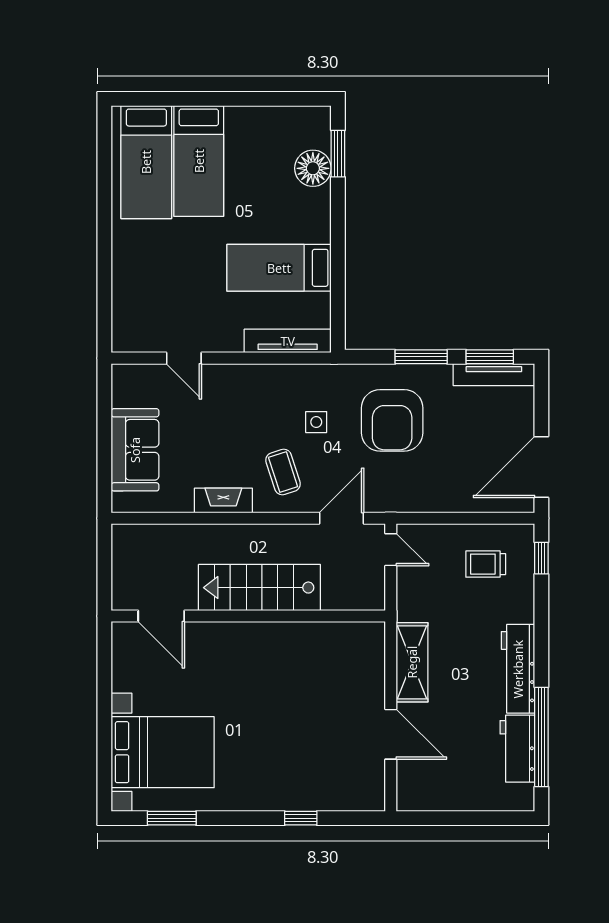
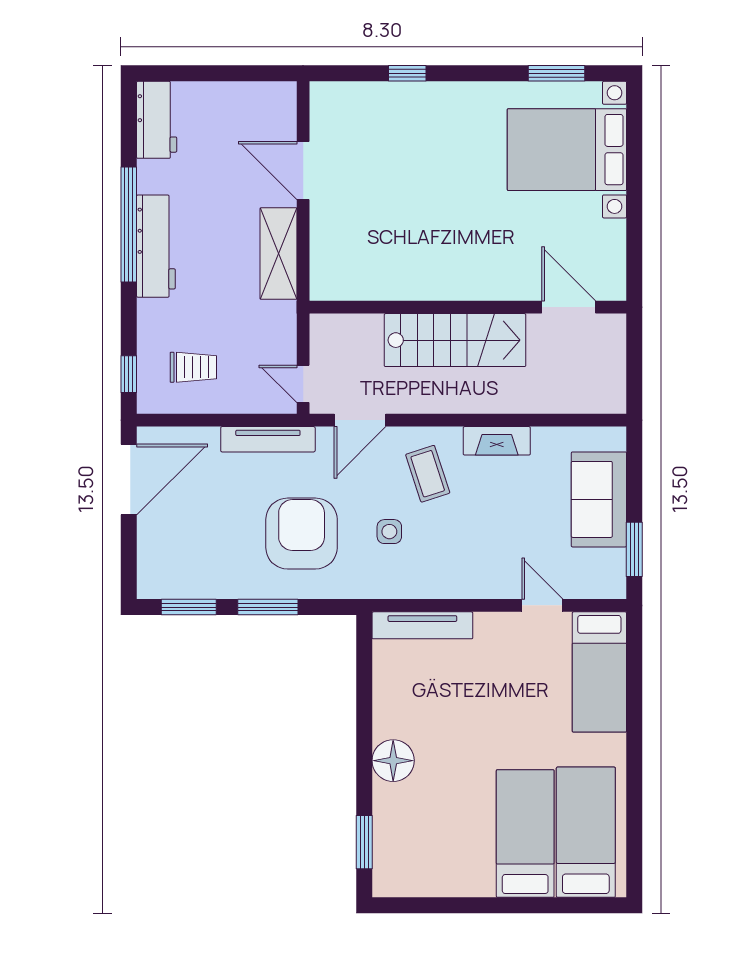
floor lamp: (313, 168) -> (393, 761), moved
bed: (279, 268) -> (599, 672), moved, turned 90
tv unit: (494, 375) -> (268, 439), moved, turned 180
window: (104, 407) -> (634, 549), added
window: (541, 737) -> (129, 224), moved
workbench: (517, 749) -> (157, 120), moved

